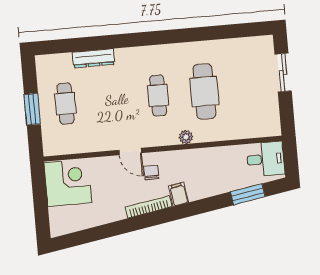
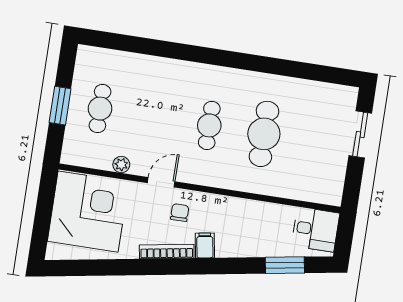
dresser: (93, 58) -> (145, 64), removed
plant: (186, 137) -> (121, 165), moved
door: (130, 151) -> (161, 182), swing flipped
corner desk: (68, 183) -> (88, 212), width x1.36, depth x1.36

